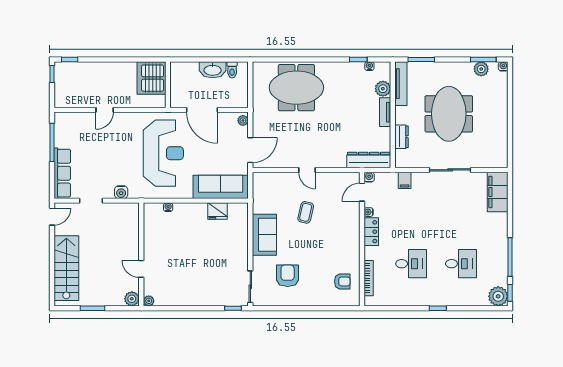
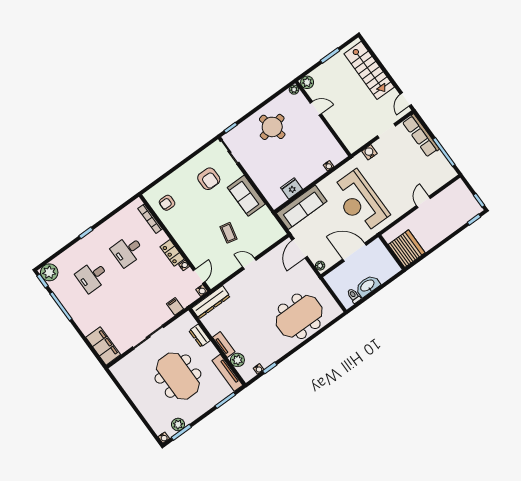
round table: (194, 281) -> (272, 127), added

